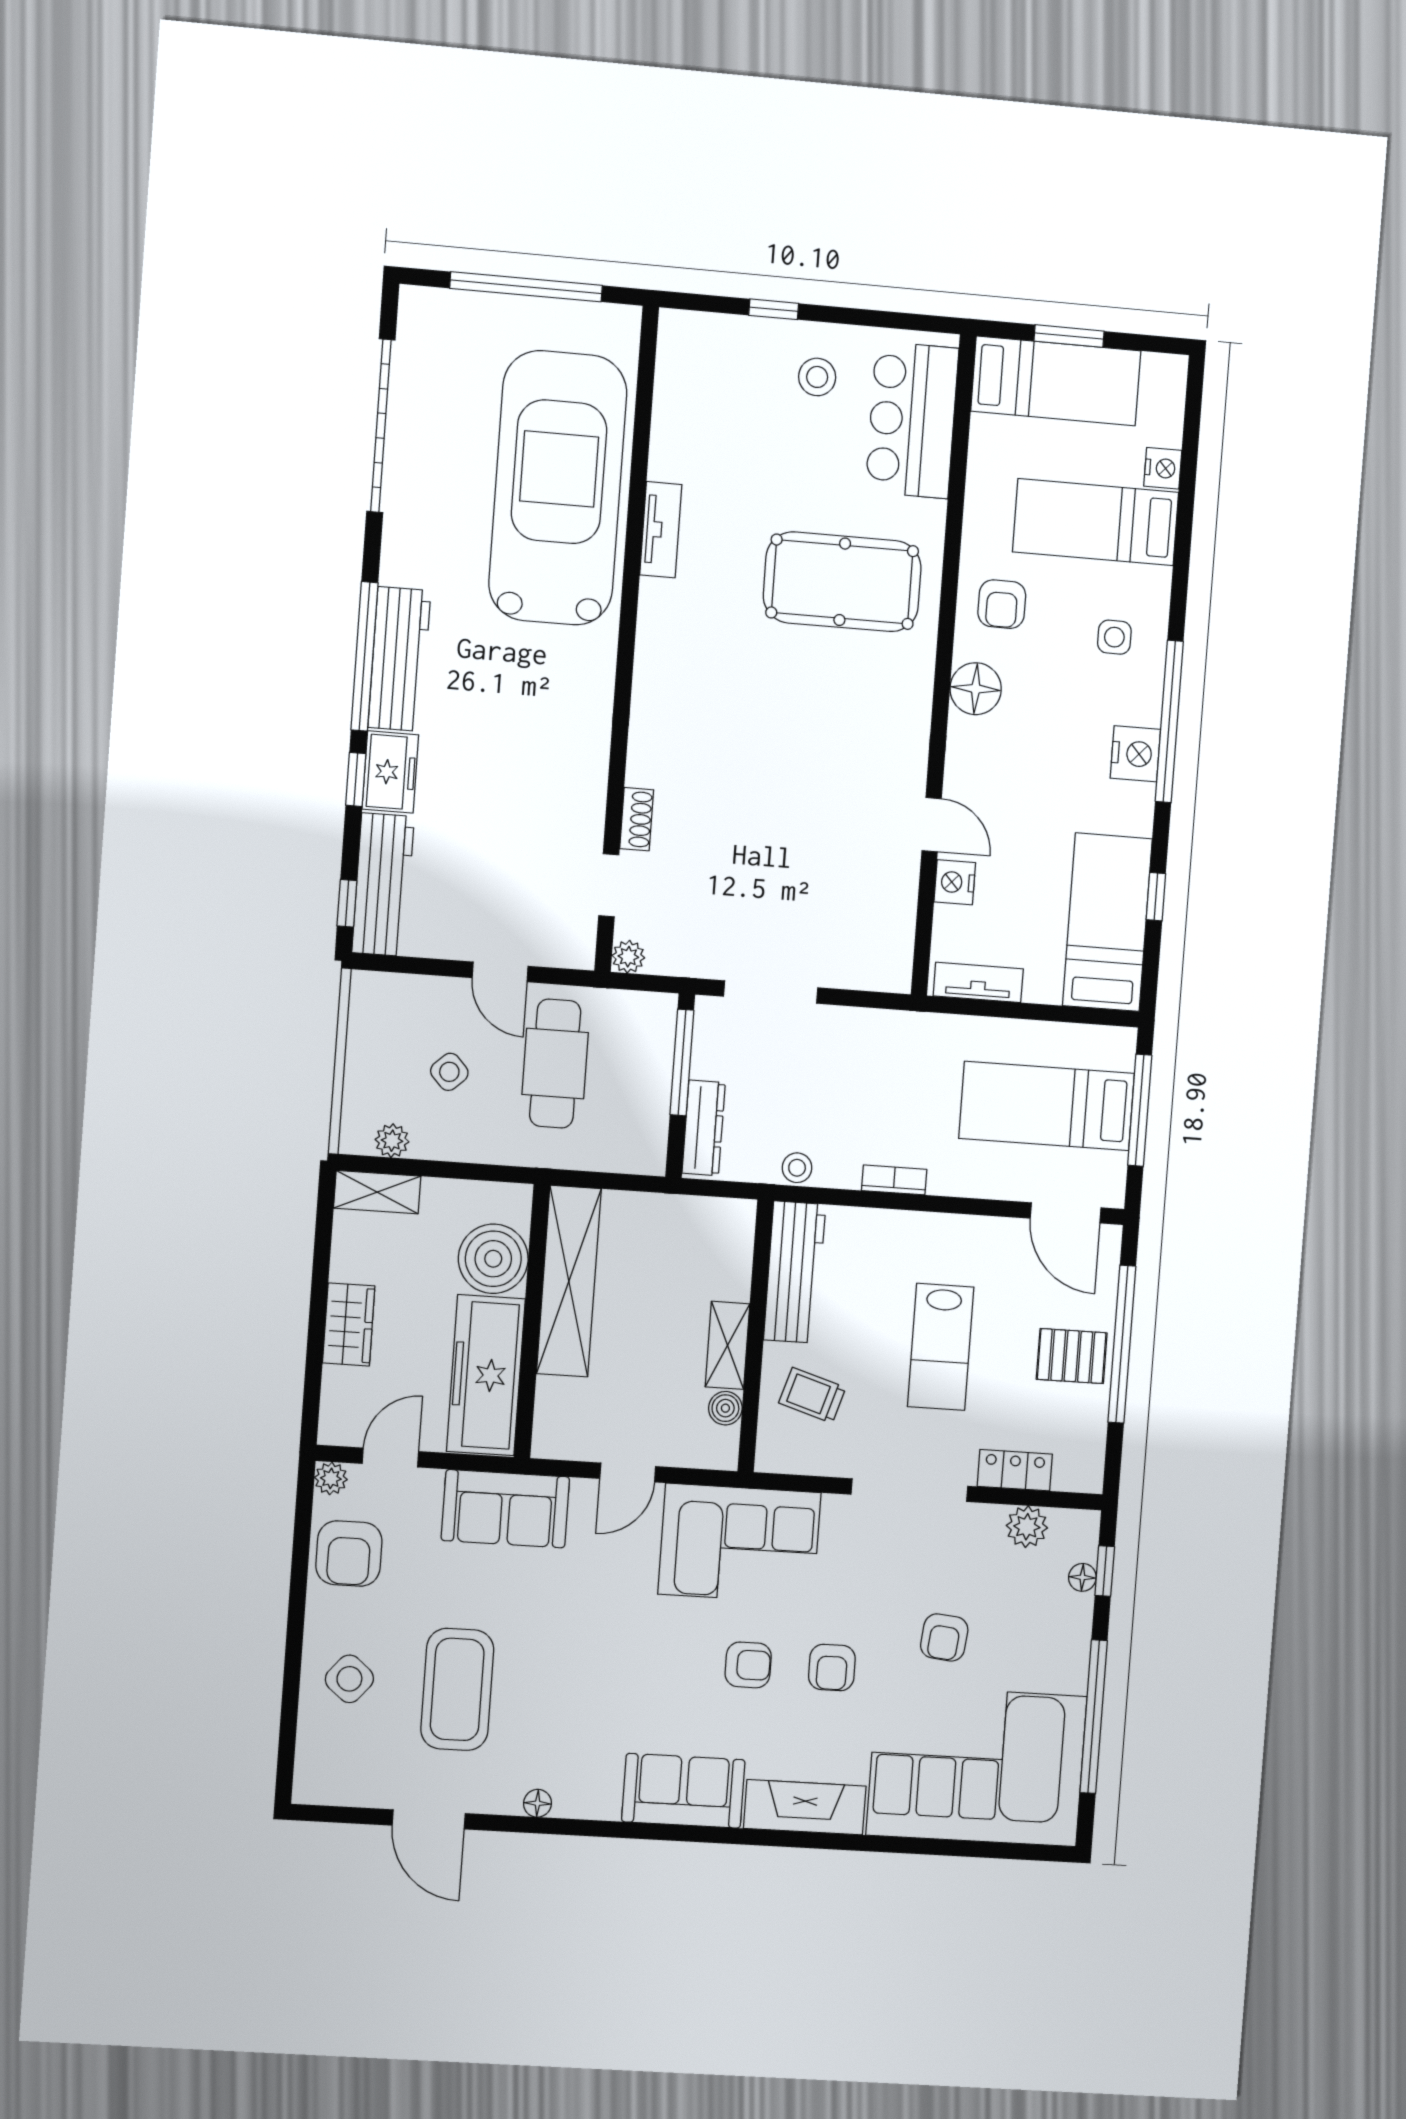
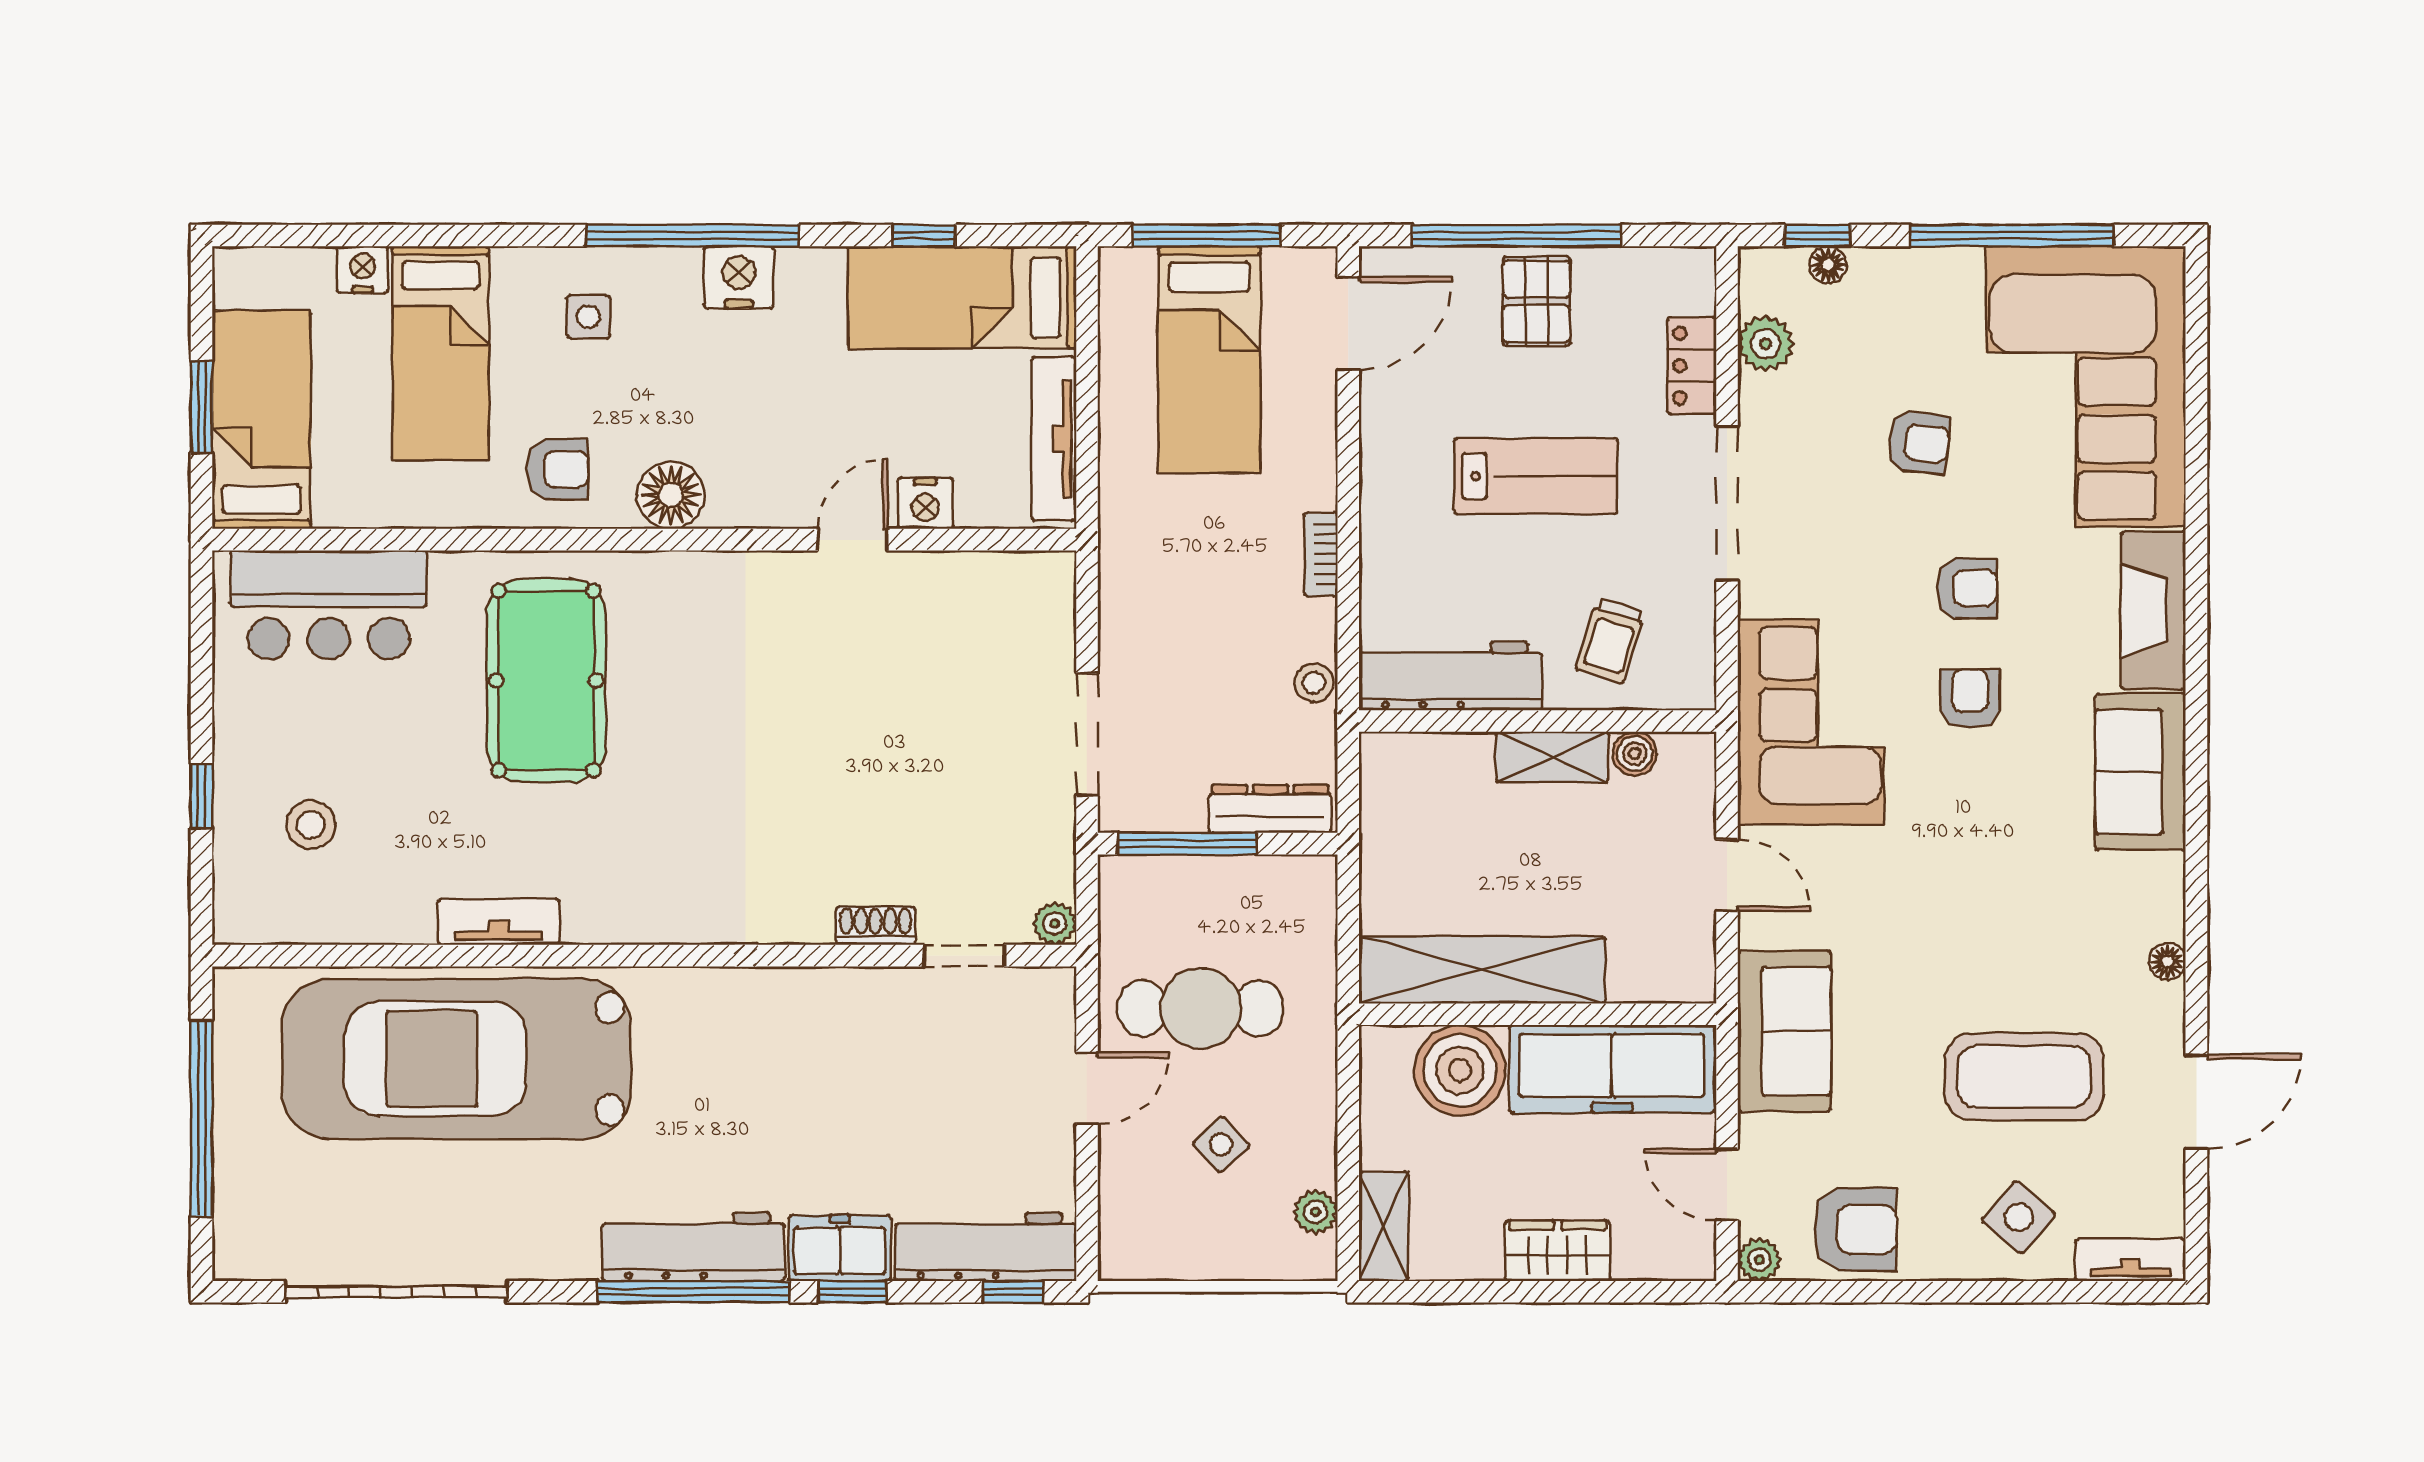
stool: (817, 377) -> (311, 825), moved
tv unit: (978, 982) -> (1054, 439), width x1.41
tv unit: (310, 1762) -> (2130, 1260), added

